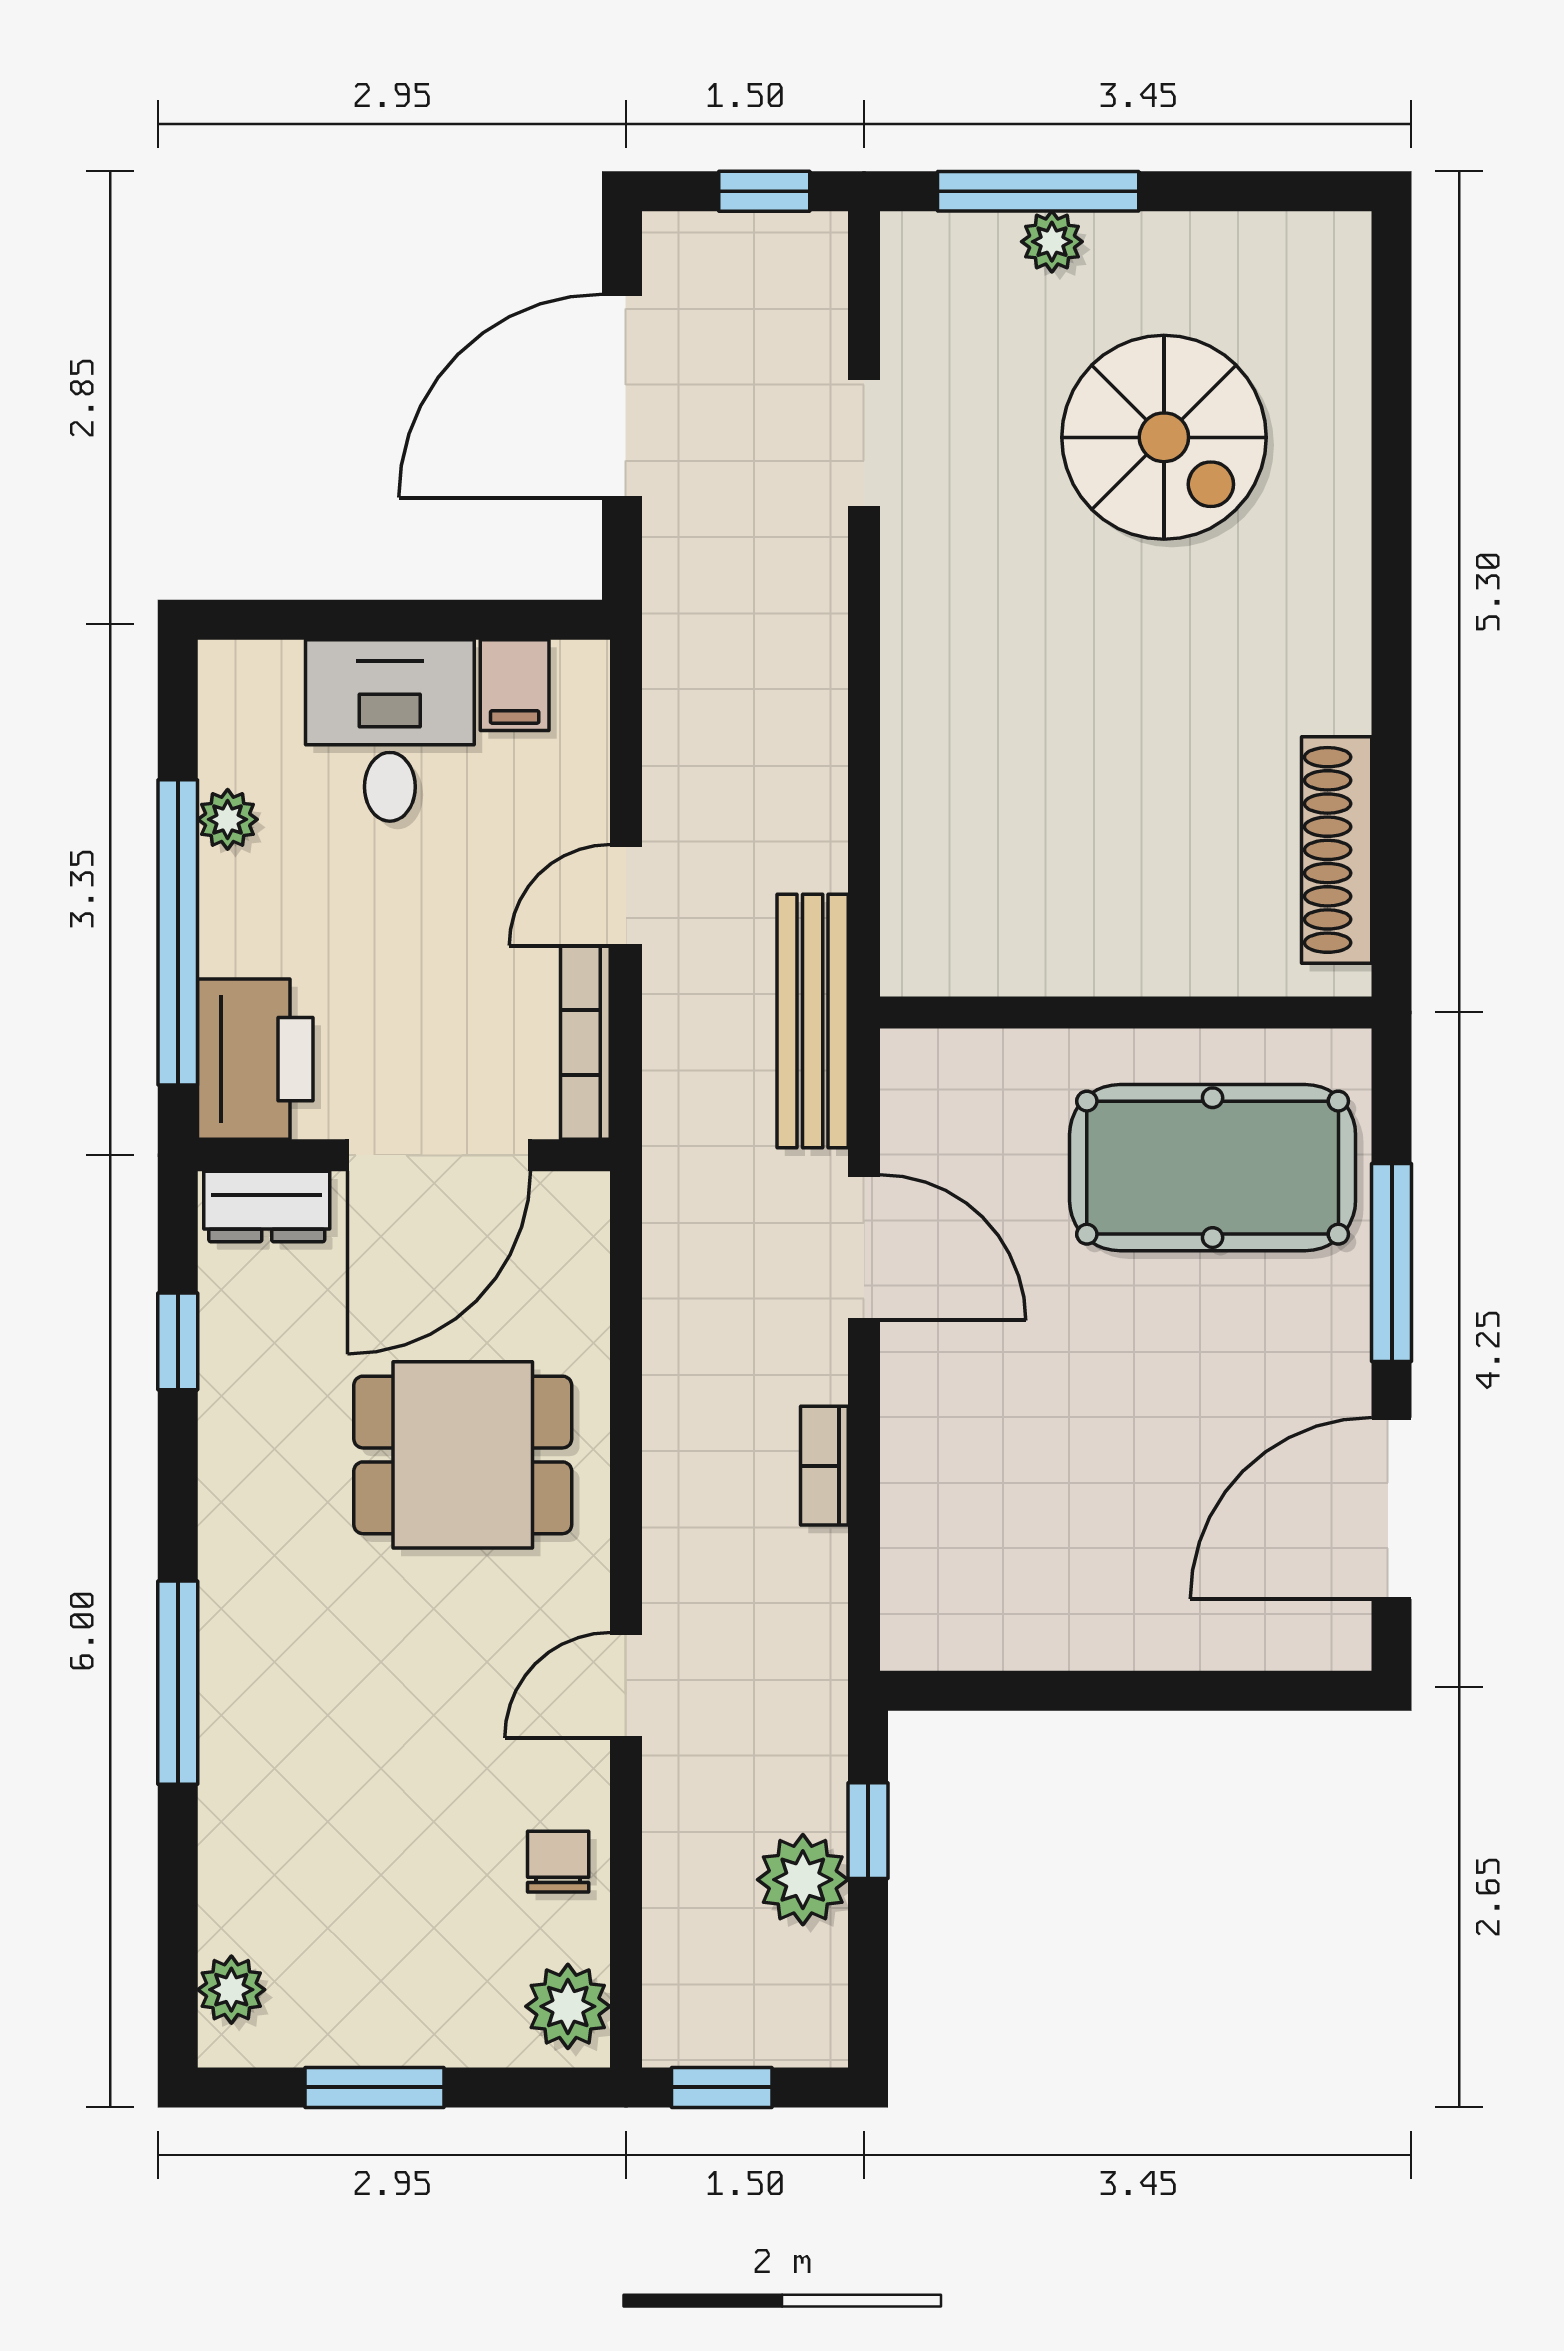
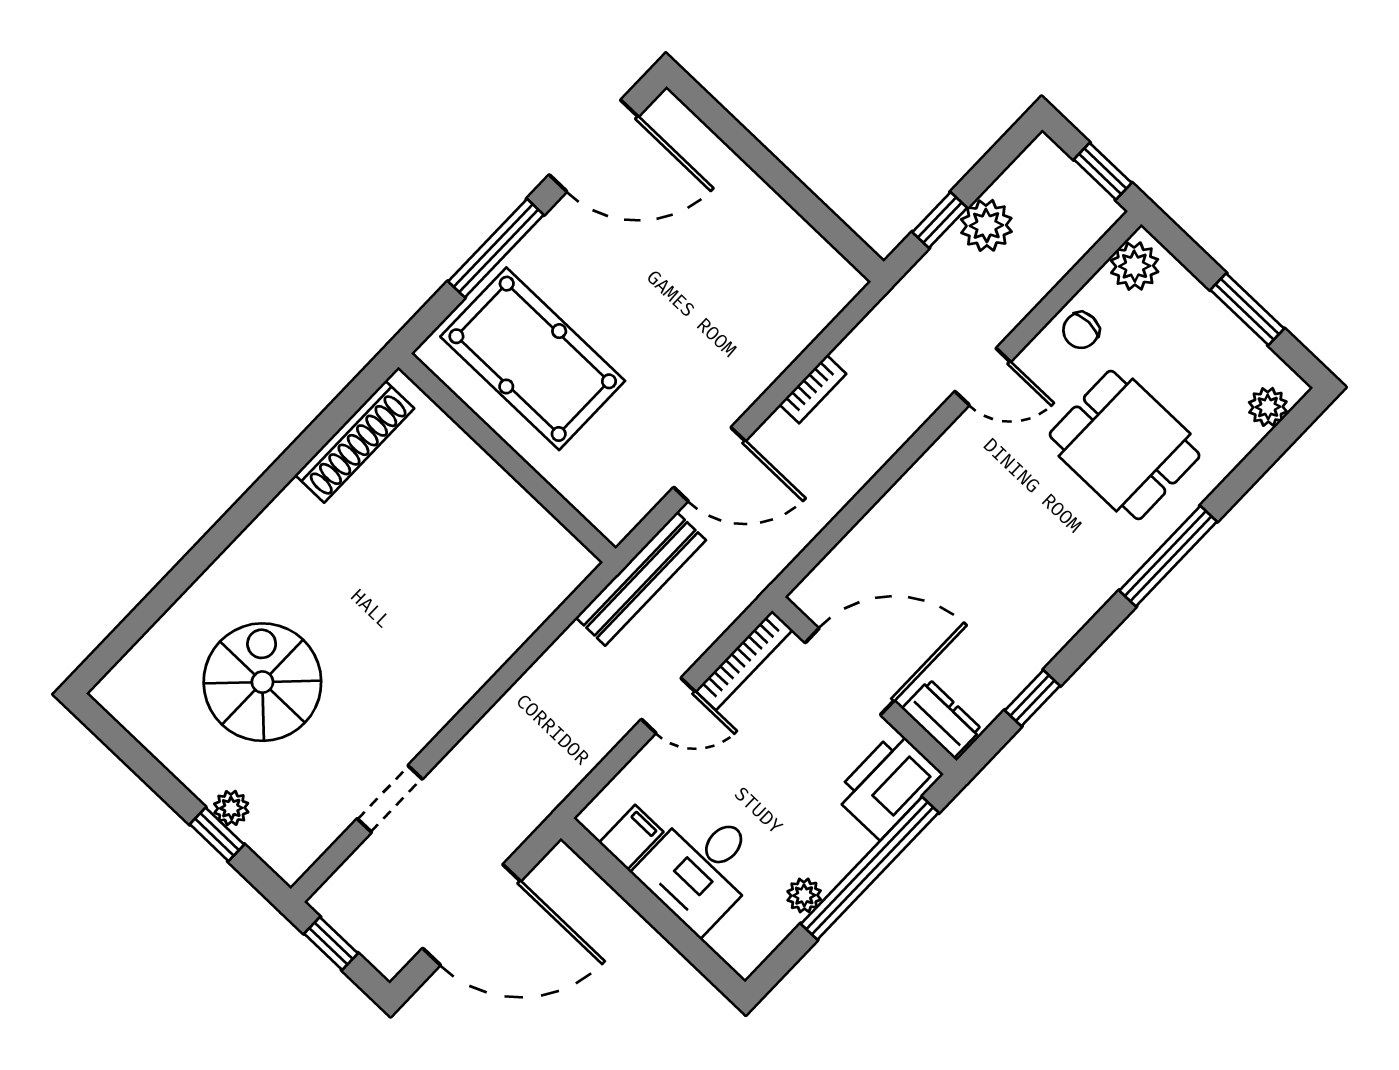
window: (1038, 191) -> (217, 834), width x0.46
door: (864, 1248) -> (710, 464), swing flipped
dining table: (463, 1455) -> (1125, 445), moved

